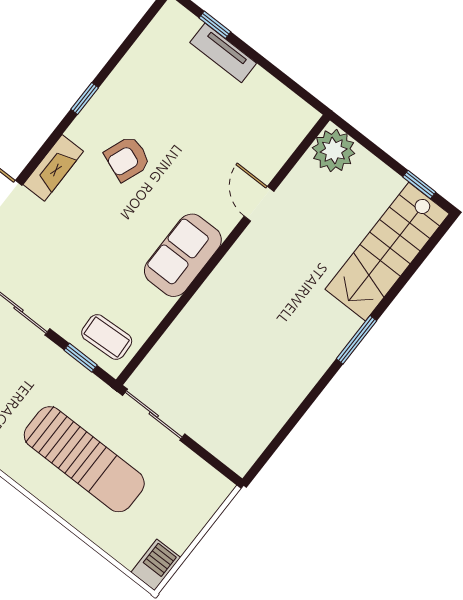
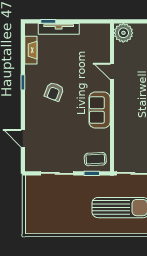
tv unit: (223, 53) -> (59, 29), width x1.41
fireplace: (53, 168) -> (31, 50), moved

